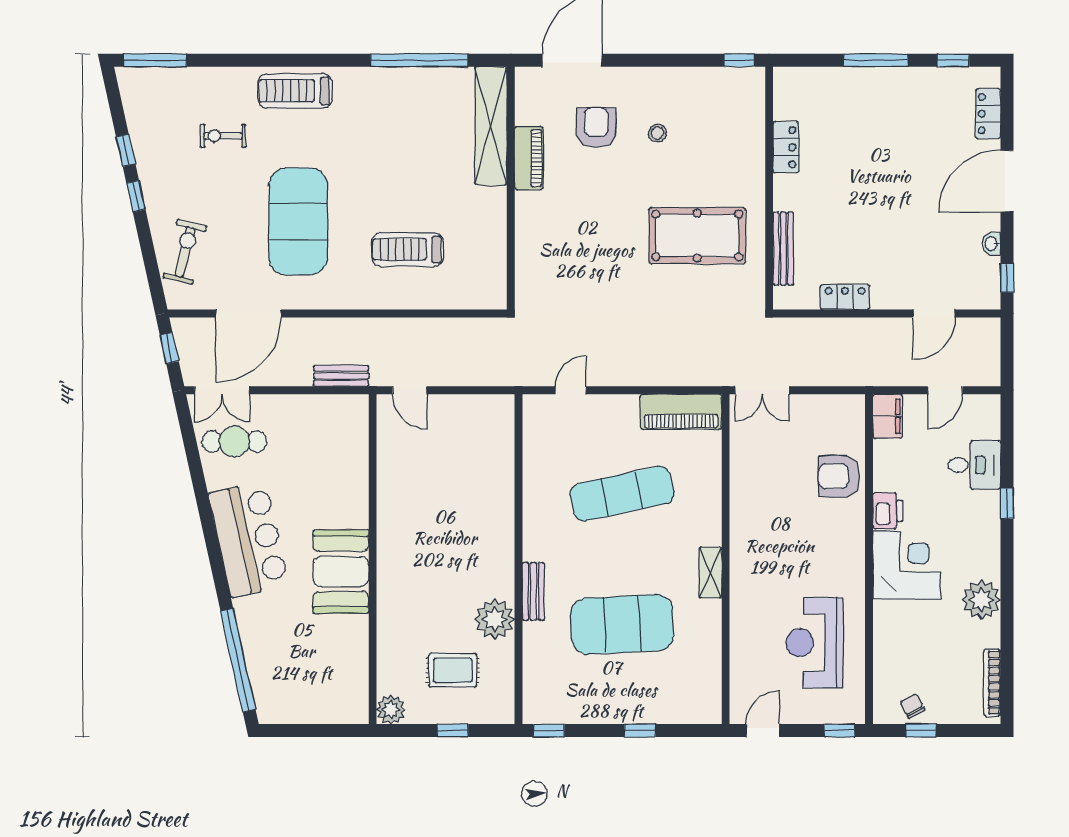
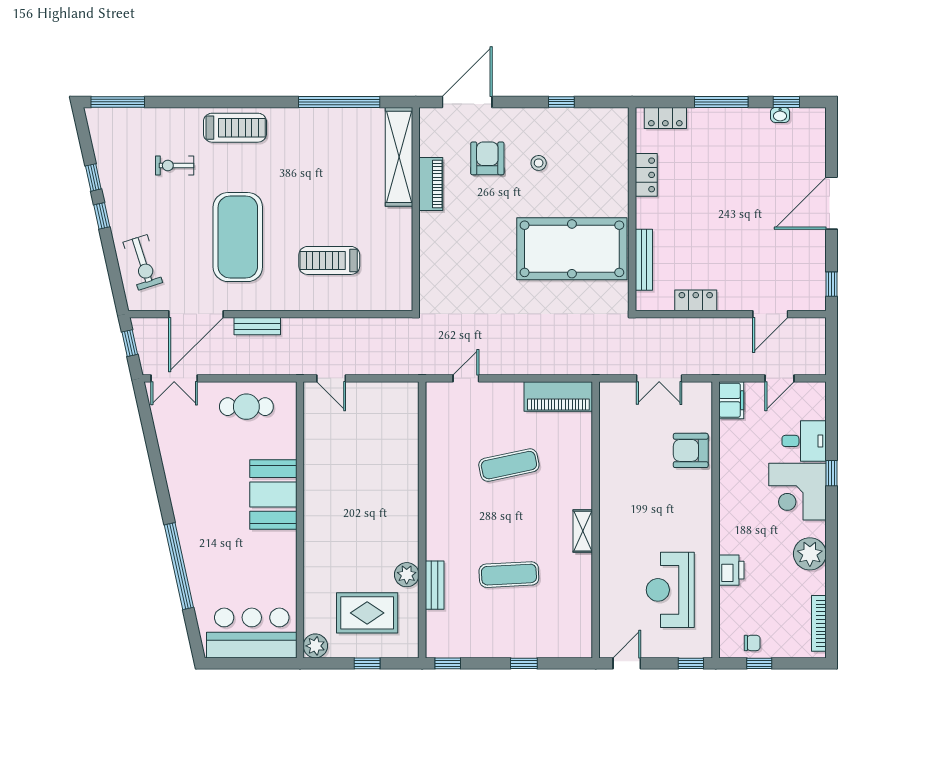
window: (740, 60) -> (561, 102), moved
treadmill: (295, 91) -> (235, 128), turned 180
locker: (988, 114) -> (665, 118), moved, turned -90
pool table: (697, 236) -> (572, 249), width x1.36, depth x1.32
washbasin: (992, 243) -> (780, 115), moved, turned -90
exercise bike: (185, 252) -> (143, 262), turned 148
bench: (341, 376) -> (257, 326), moved
double door: (762, 390) -> (659, 378), moved
cafe table: (234, 442) -> (246, 407), moved
exercise mat: (622, 494) -> (509, 465), width x0.73, depth x0.69
printer: (888, 511) -> (731, 570), moved
bar counter: (249, 539) -> (252, 633), moved, turned -78
corner desk: (907, 565) -> (798, 492), moved, turned 180
booth: (341, 572) -> (273, 494), moved
bench: (533, 591) -> (435, 585), moved
plant: (495, 619) -> (407, 575), width x0.73, depth x0.73
exercise mat: (622, 624) -> (509, 575), width x0.50, depth x0.69
window: (238, 660) -> (179, 566), moved
rug: (453, 670) -> (367, 613), width x1.36, depth x1.43
chair: (912, 706) -> (752, 643), turned 118

